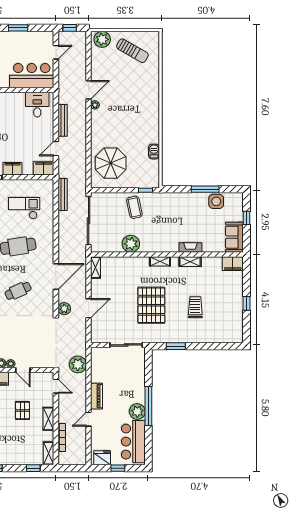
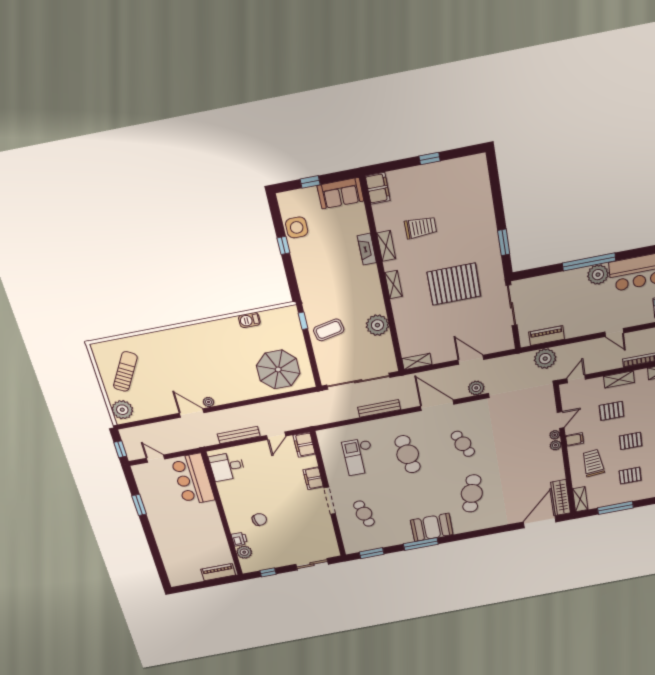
door: (56, 149) -> (276, 436), hinge flipped
window: (205, 189) -> (283, 245), width x0.46
bench: (63, 194) -> (379, 408), moved
trolley: (195, 307) -> (420, 227), moved, turned 180
piano: (97, 396) -> (547, 336), moved

